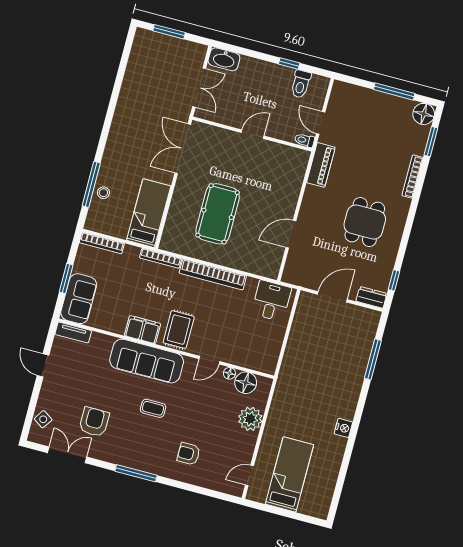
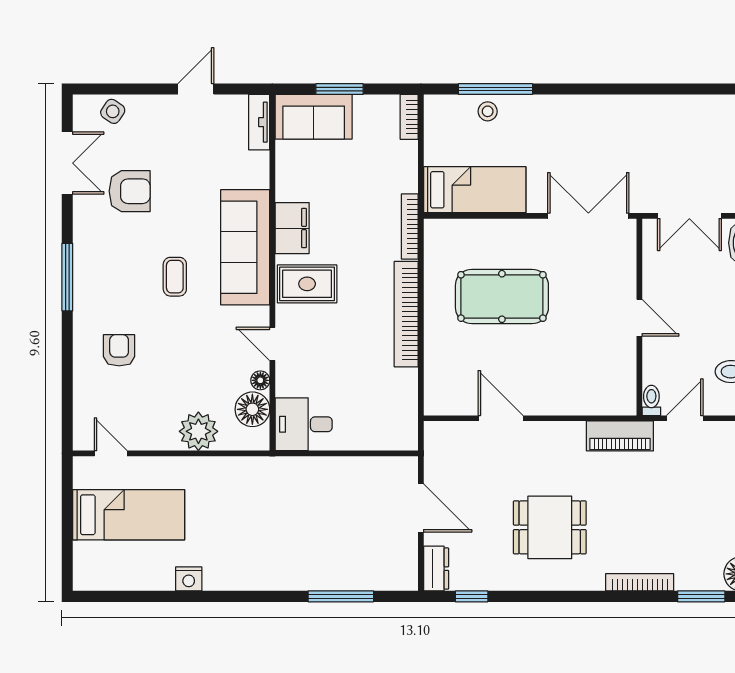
bookcase: (102, 243) -> (409, 117), width x0.64
desk: (271, 301) -> (304, 424), moved, turned 180
nightstand: (343, 428) -> (189, 579), moved

